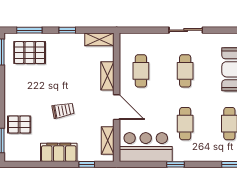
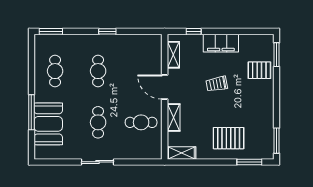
window: (67, 30) -> (213, 162), removed
pallet: (30, 53) -> (229, 138), moved
cafe table: (141, 71) -> (141, 122), turned 90
bar counter: (146, 147) -> (136, 48), removed

